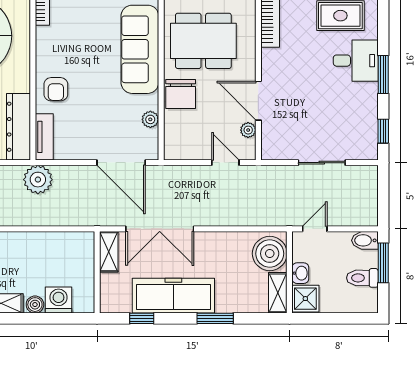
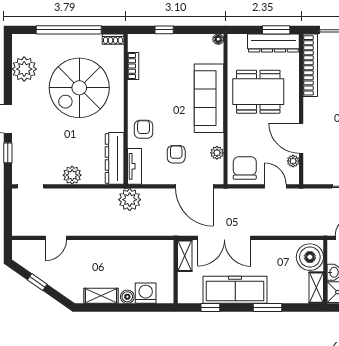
armchair: (56, 89) -> (144, 129), turned 180
chair: (181, 94) -> (245, 168), moved, turned 180
armchair: (98, 121) -> (176, 154), added

